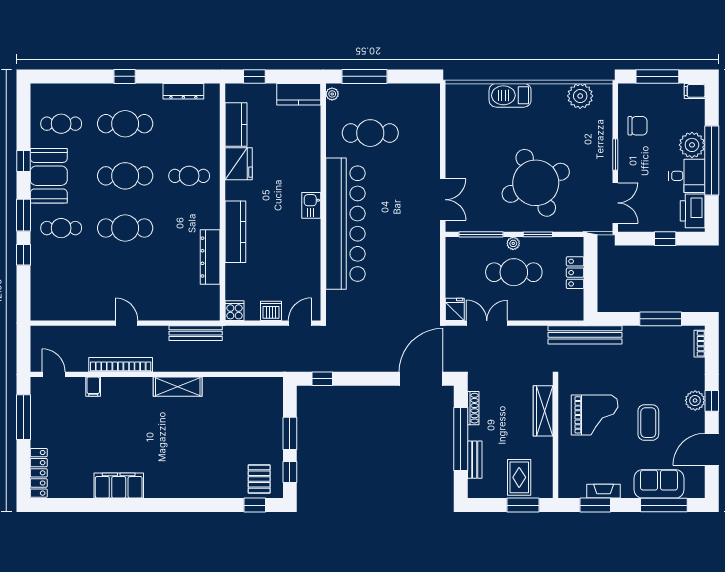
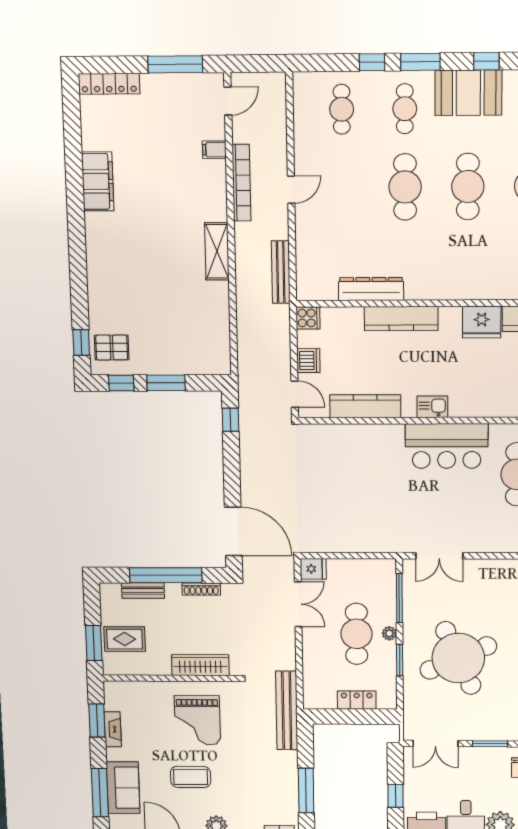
cafe table: (189, 176) -> (342, 109), moved
bar counter: (345, 224) -> (447, 446), width x0.54
kitchen counter: (311, 263) -> (365, 406), added

